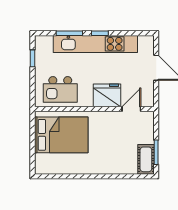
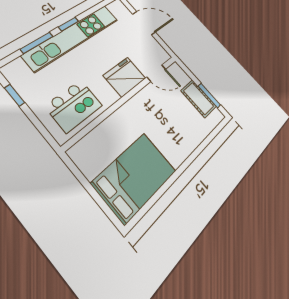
door: (131, 109) -> (156, 73), swing flipped
bed: (61, 135) -> (135, 177), moved
cot: (146, 159) -> (199, 99), moved

